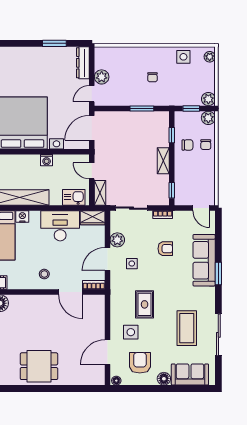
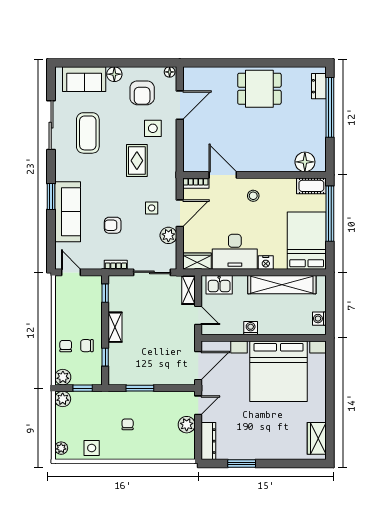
nightstand: (22, 217) -> (266, 262), moved

